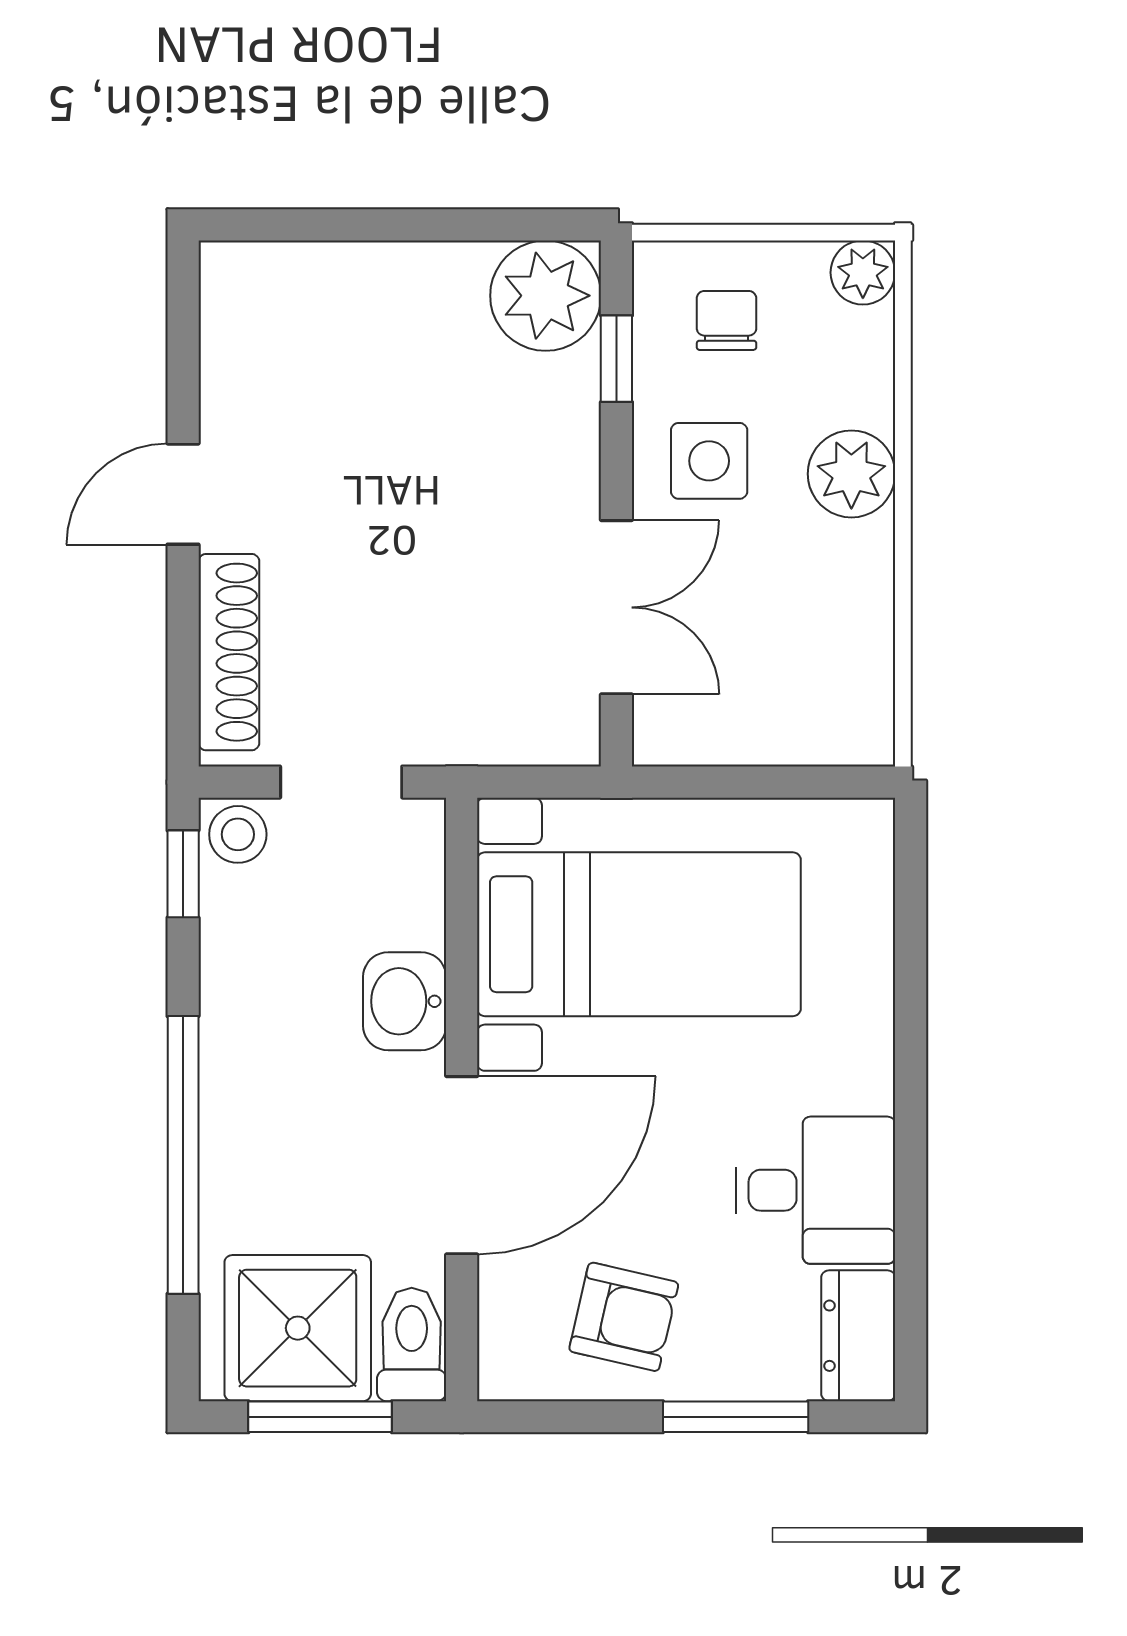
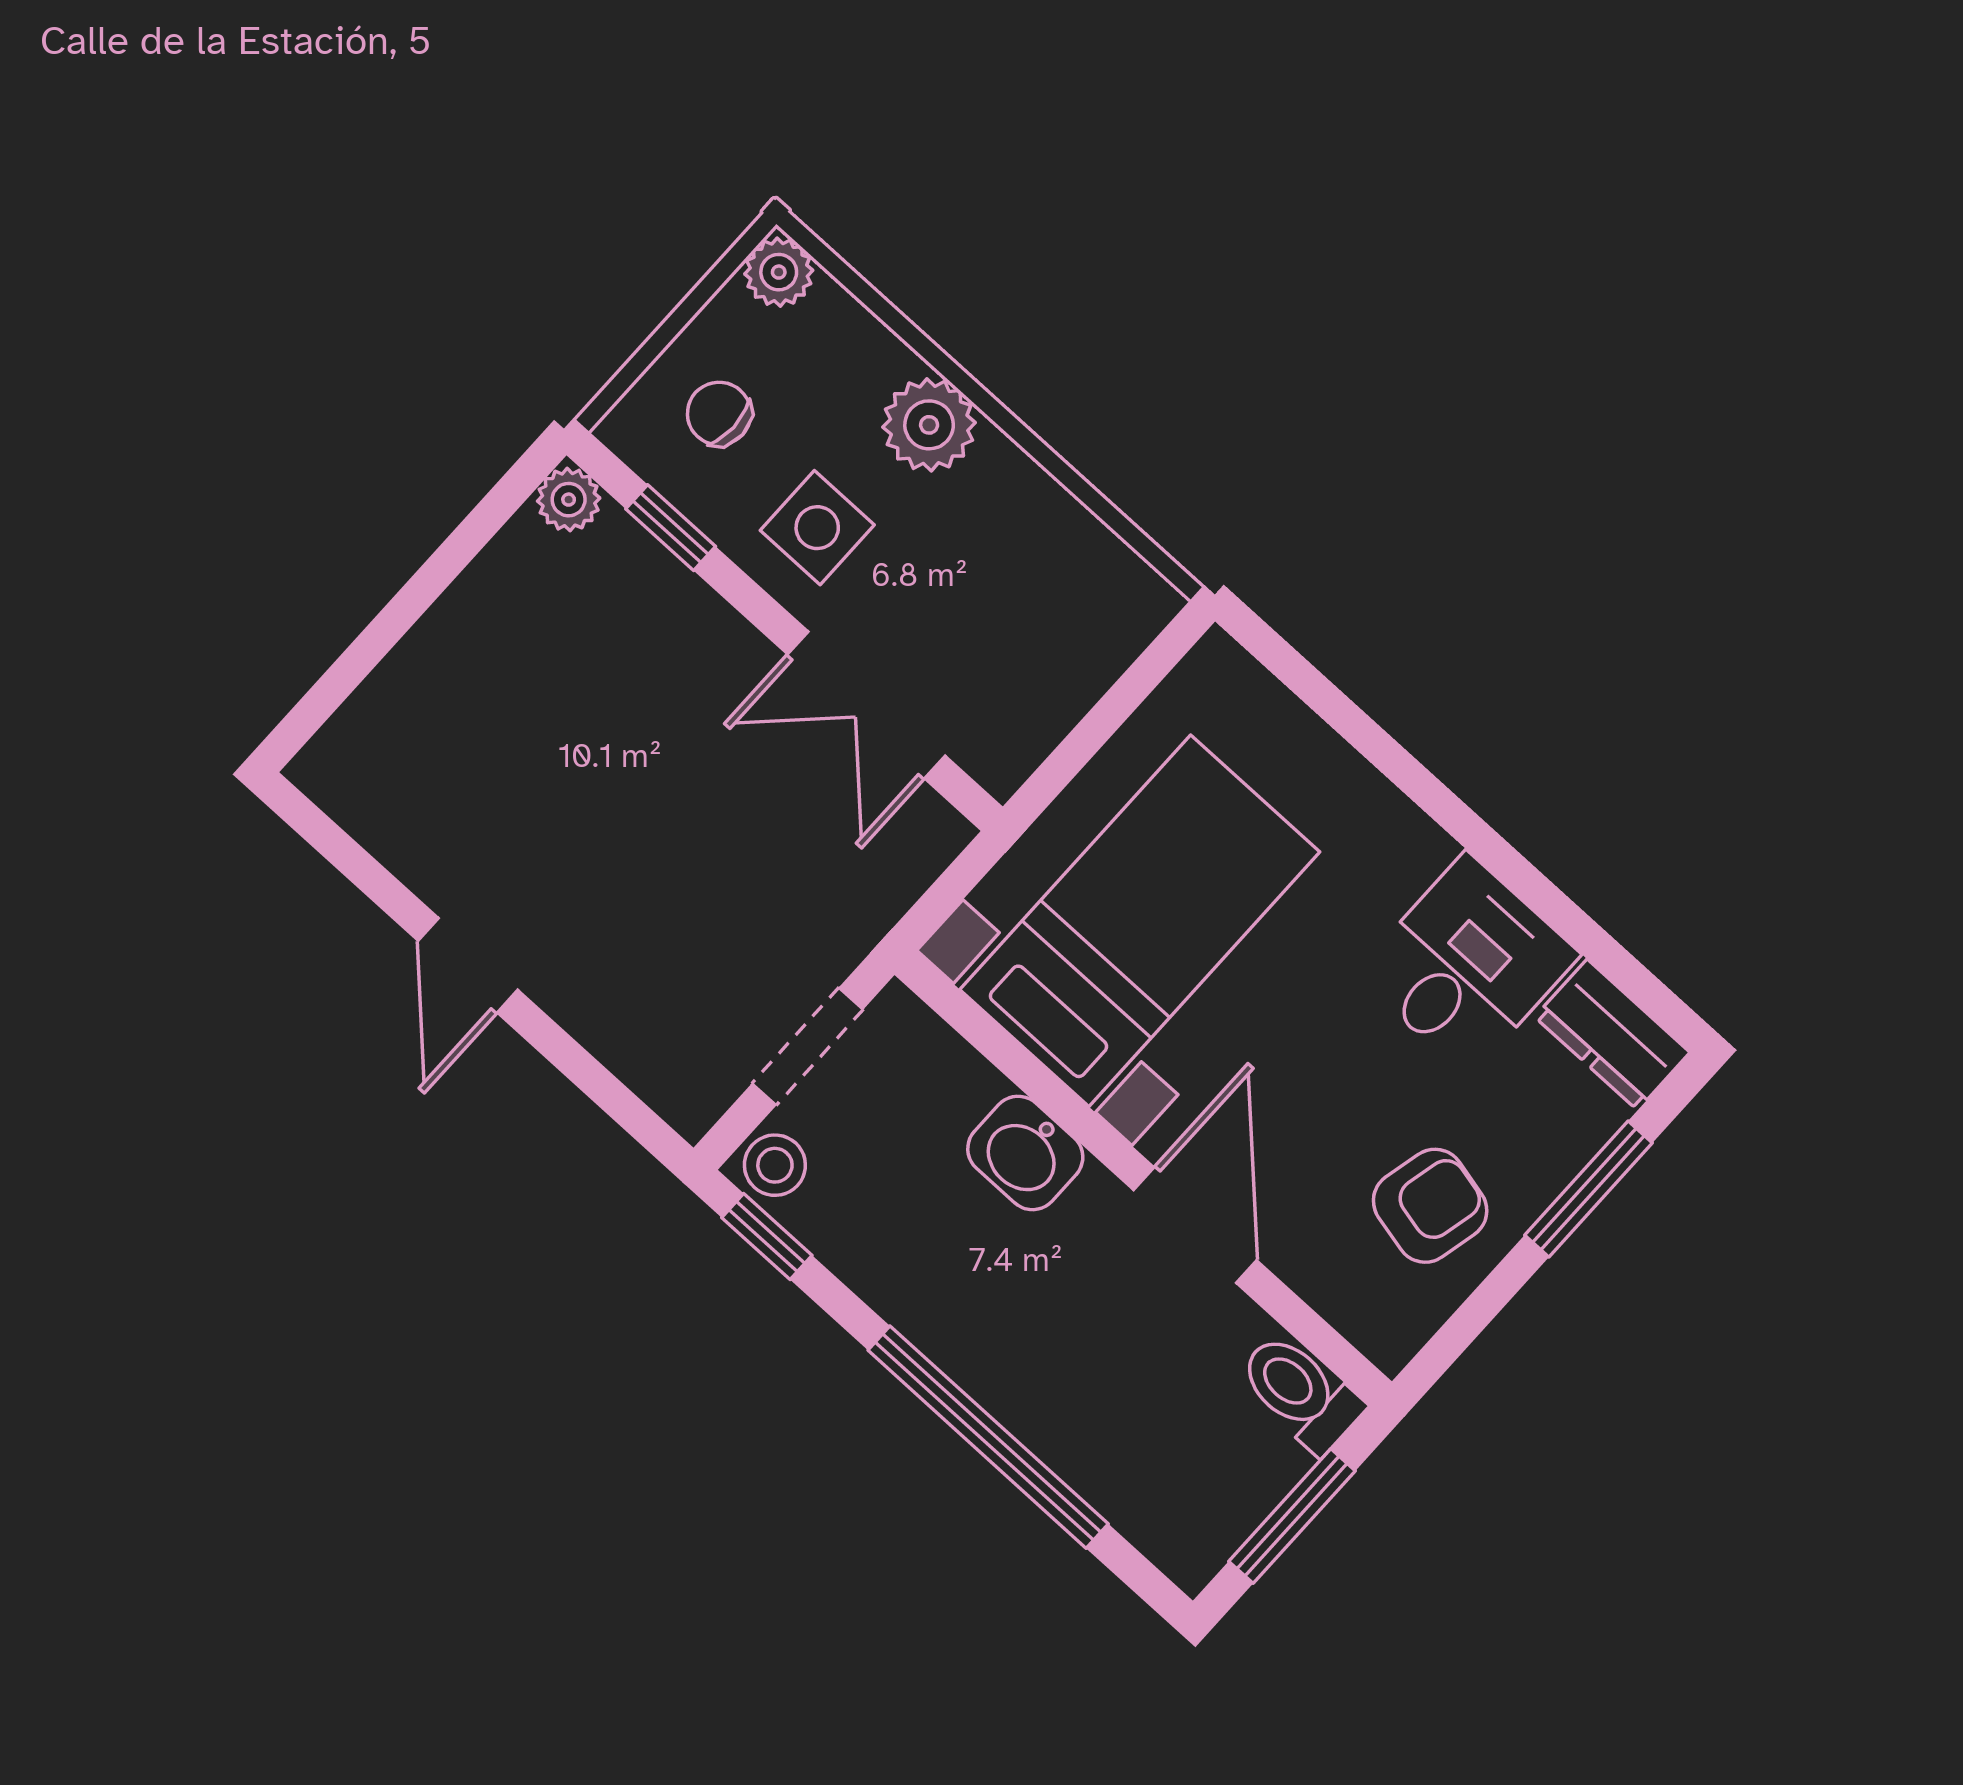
plant: (546, 296) -> (569, 500), width x0.53, depth x0.53
double door: (616, 607) -> (866, 705), swing flipped
shoe rack: (229, 652) -> (625, 1042), removed
door: (462, 1165) -> (1195, 1225), width x0.73
shower: (298, 1328) -> (1206, 1470), removed

